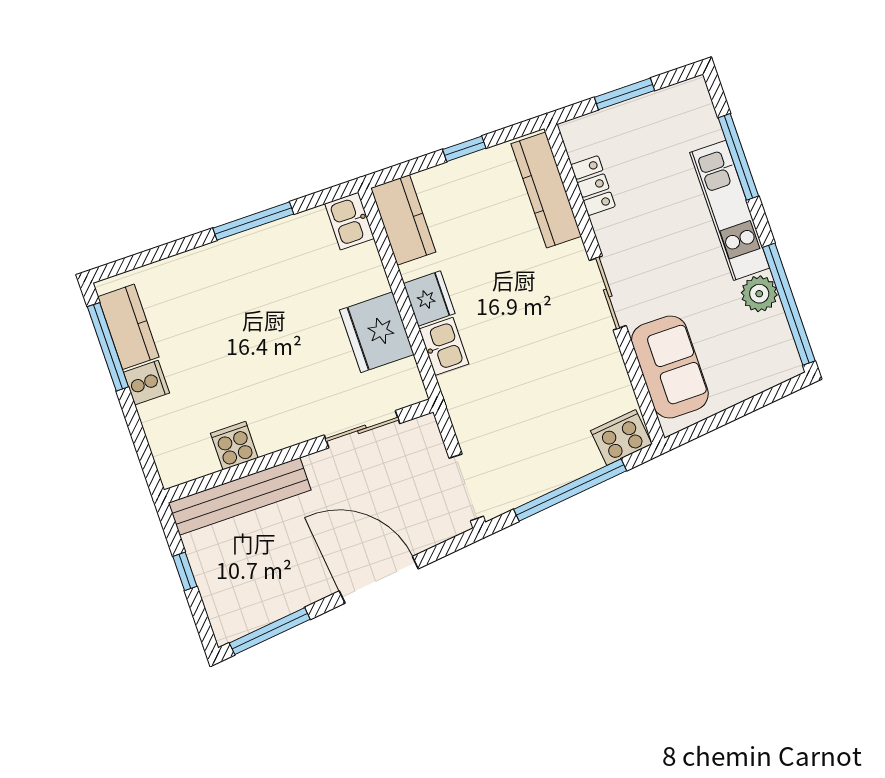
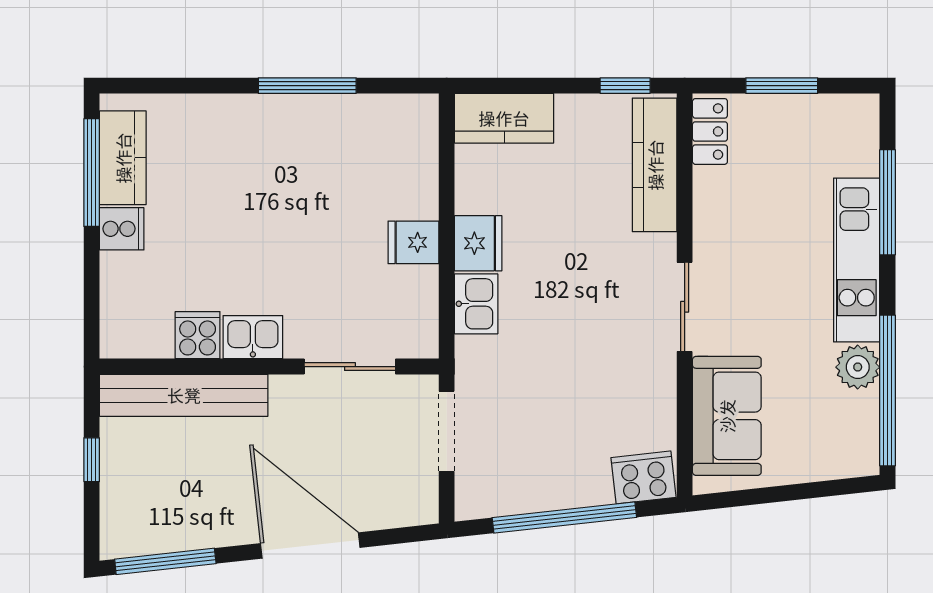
window: (464, 149) -> (625, 86), moved
locker: (593, 186) -> (710, 131), moved
kitchen counter: (403, 220) -> (504, 118), moved, turned 90
kitchen sink: (349, 221) -> (253, 337), moved, turned 90
fridge: (377, 332) -> (413, 242), width x0.53, depth x0.75
doorway: (466, 487) -> (447, 431), moved

